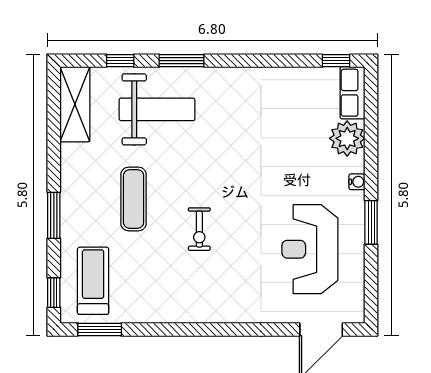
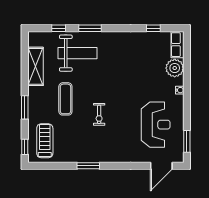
window: (336, 61) -> (153, 28), moved
shelving: (75, 104) -> (35, 66), moved
window: (371, 222) -> (187, 141), moved
reception desk: (310, 249) -> (156, 125), turned 180
window: (100, 329) -> (88, 166), moved

